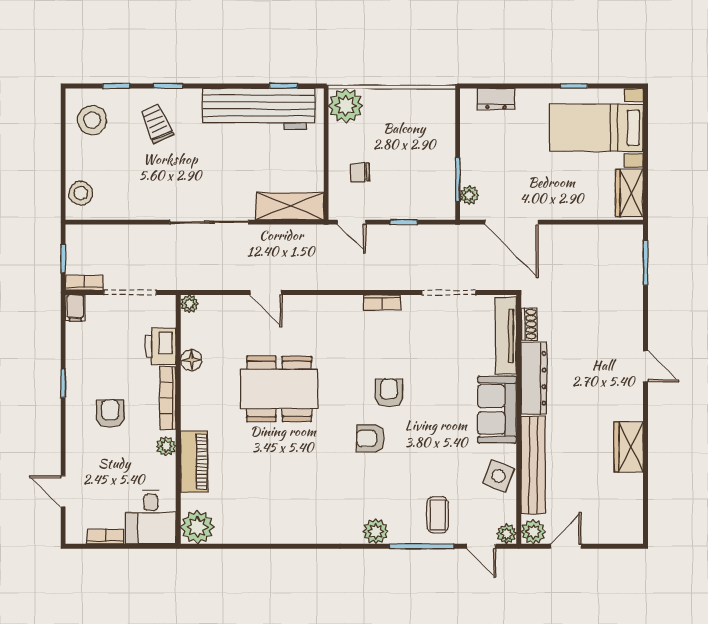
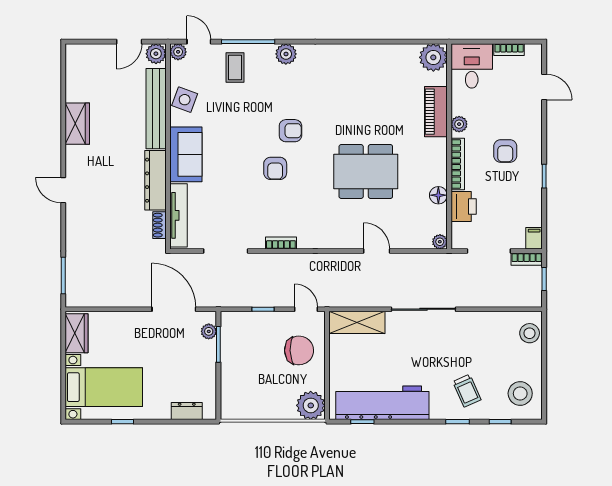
chair: (360, 172) -> (299, 350), width x1.87, depth x1.87

